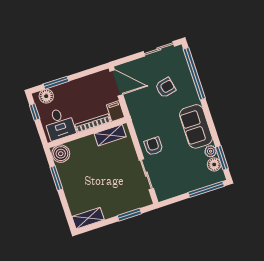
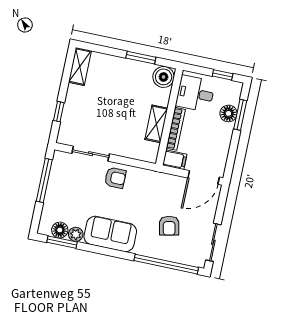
floor lamp: (46, 96) -> (228, 113), moved
shelving: (110, 135) -> (156, 124), moved
window: (206, 189) -> (44, 180), moved
window: (129, 215) -> (59, 112), width x0.67

